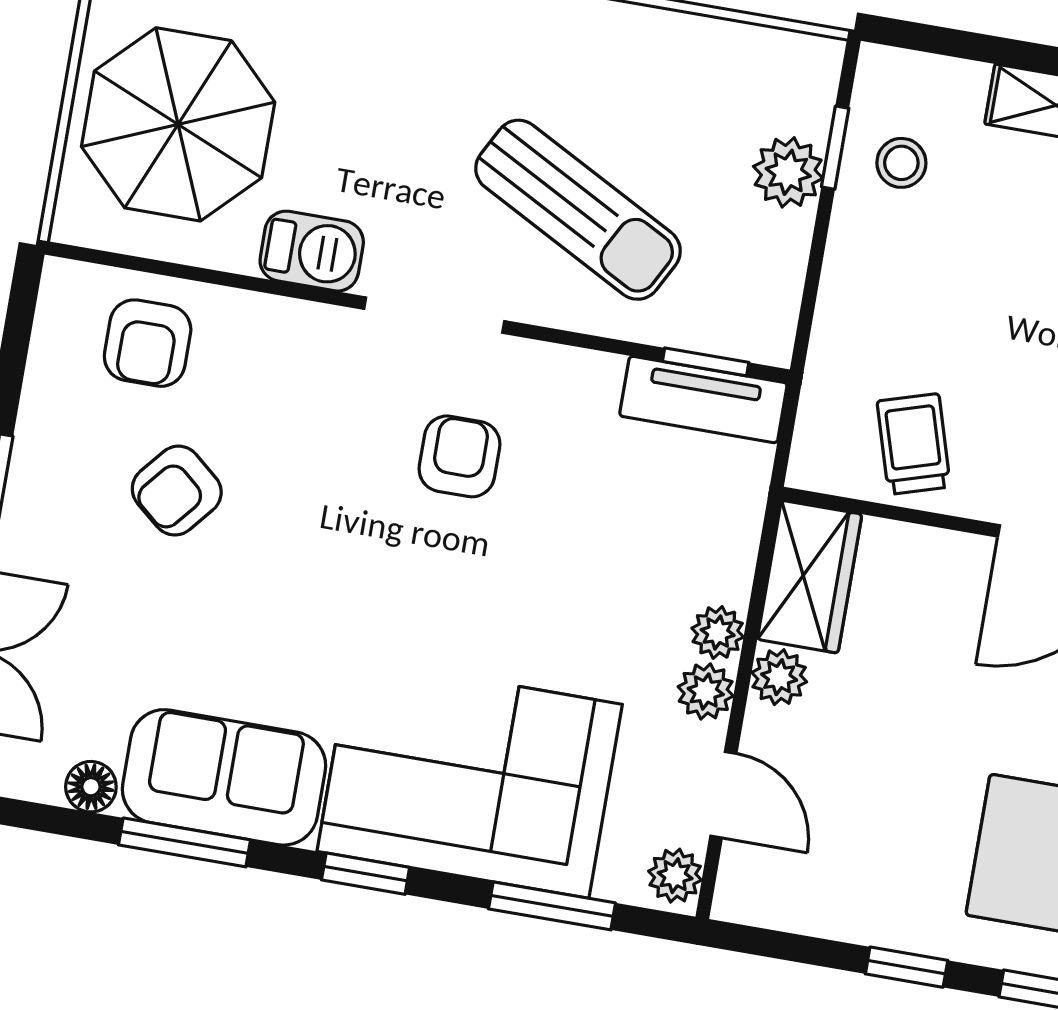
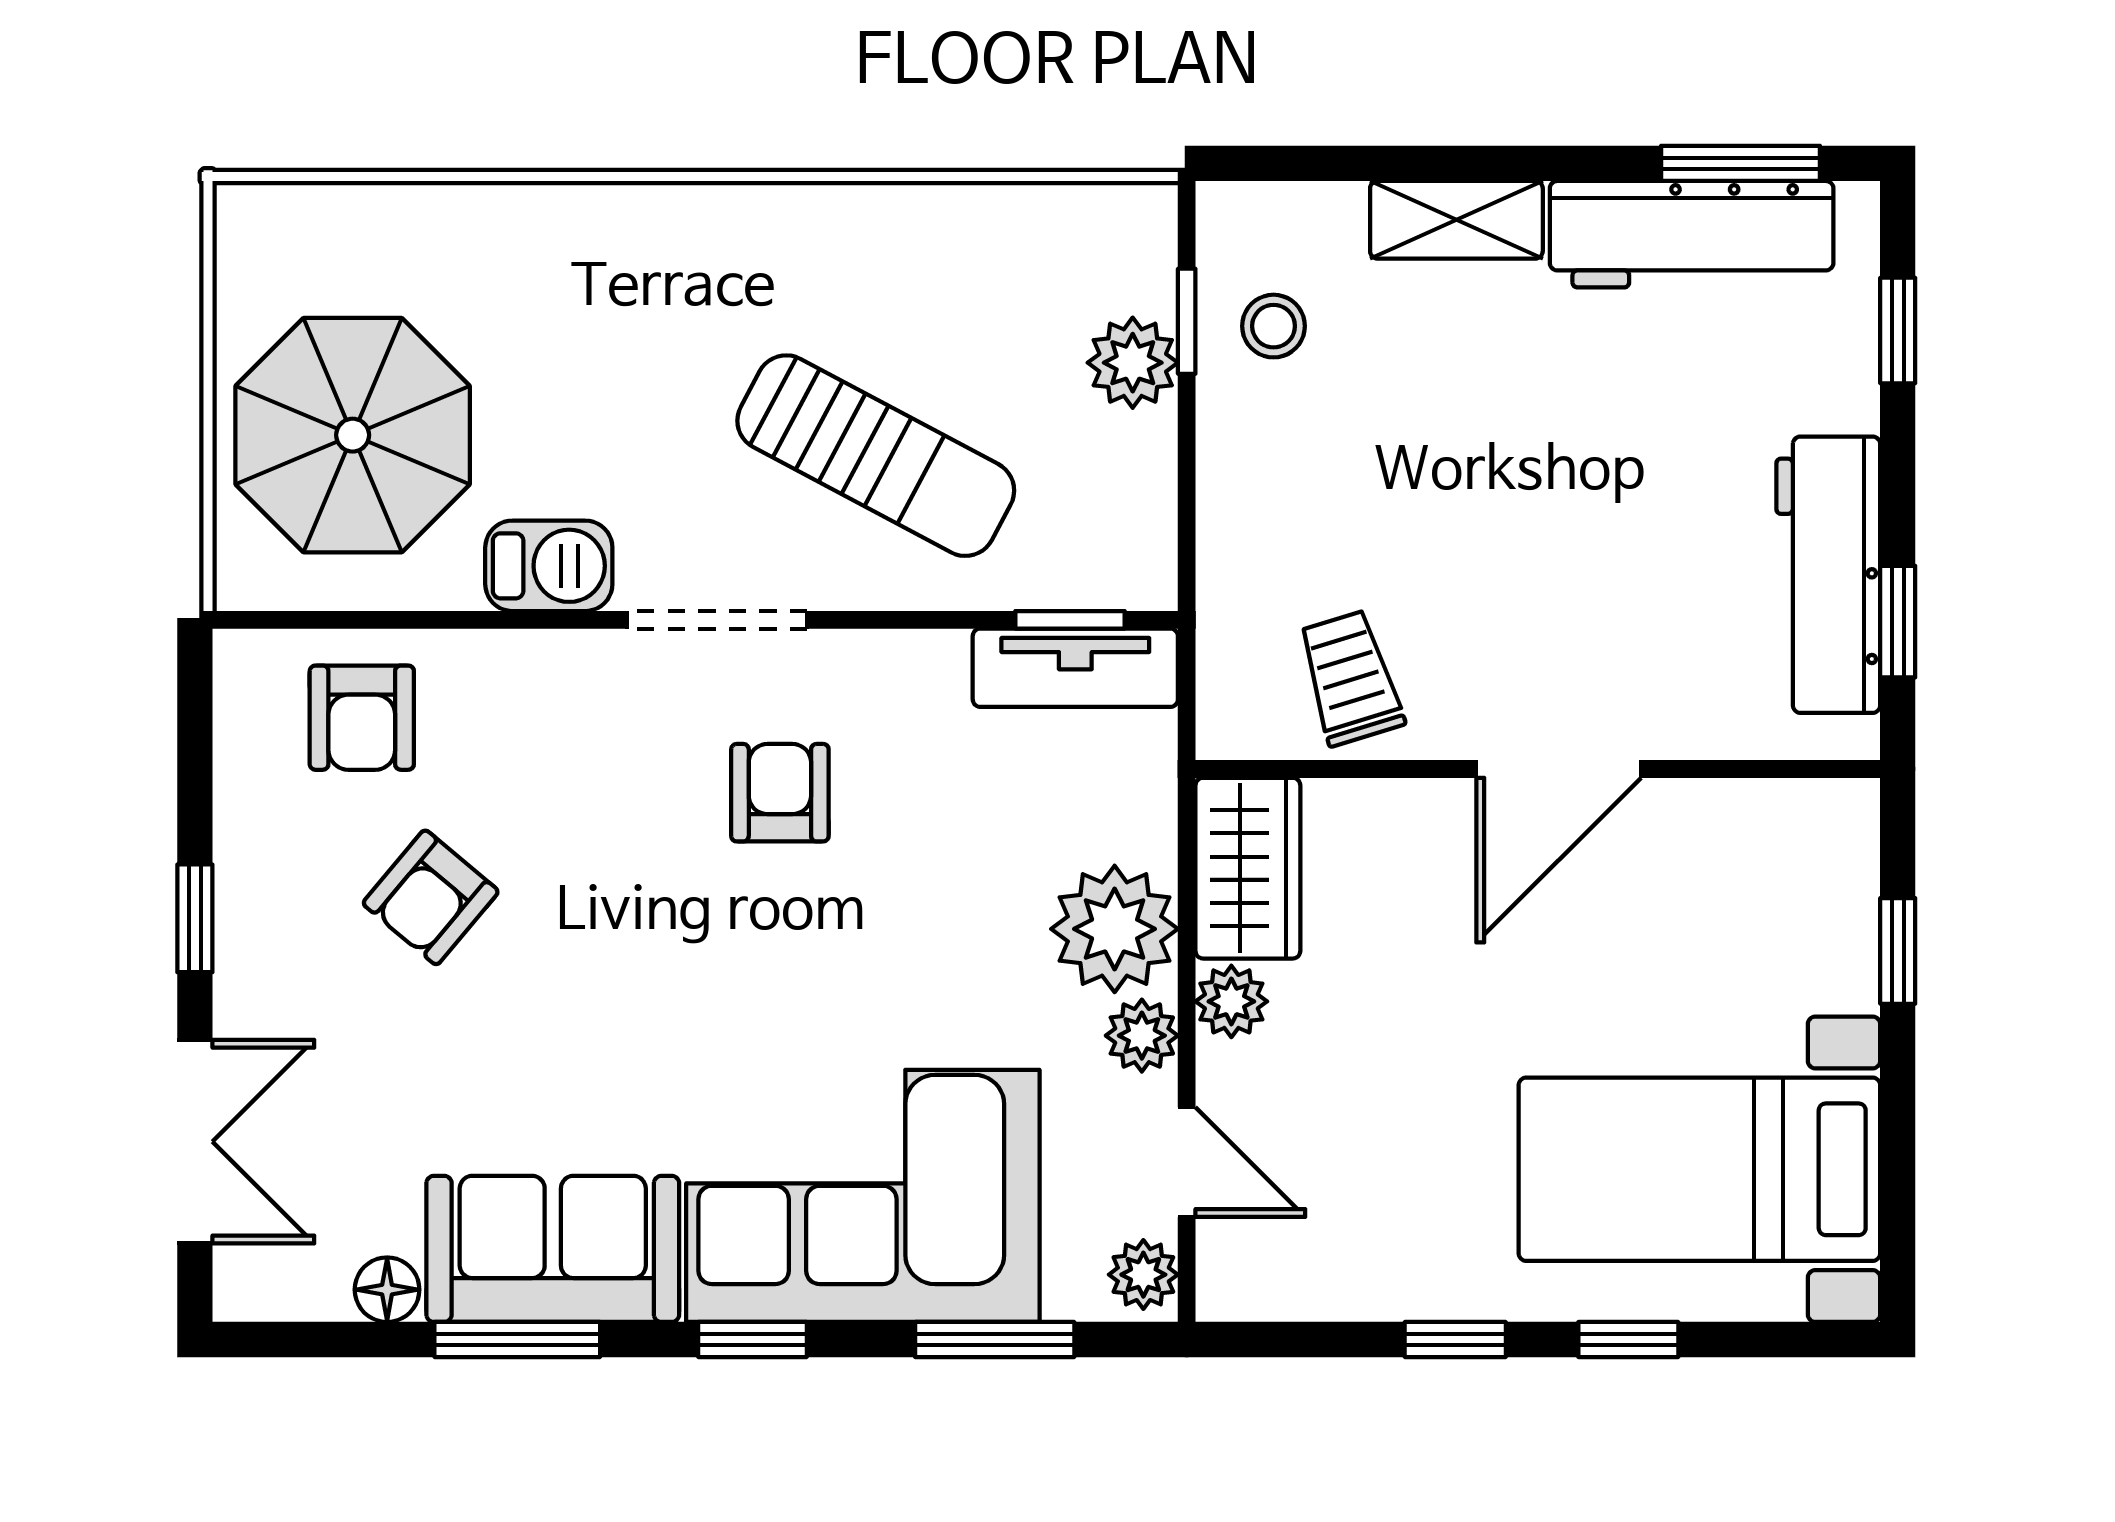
plant: (718, 633) -> (1115, 929), width x1.87, depth x1.87

